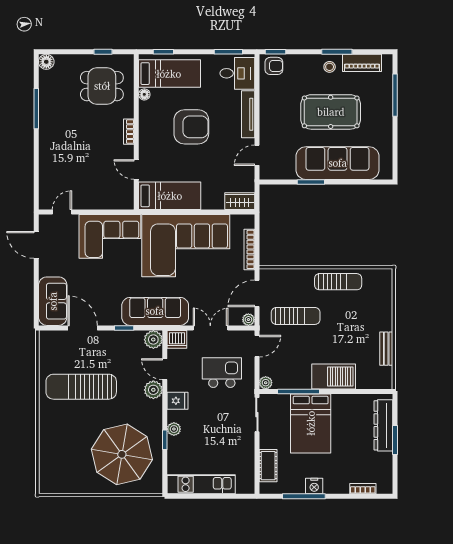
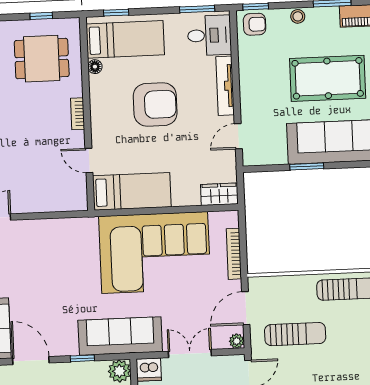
stool: (330, 67) -> (298, 16), moved
corner sofa: (110, 236) -> (60, 245), removed

